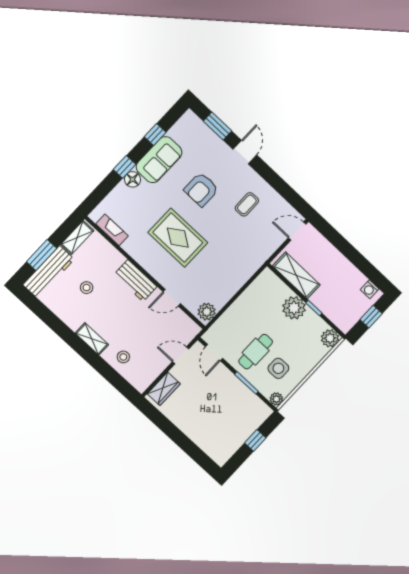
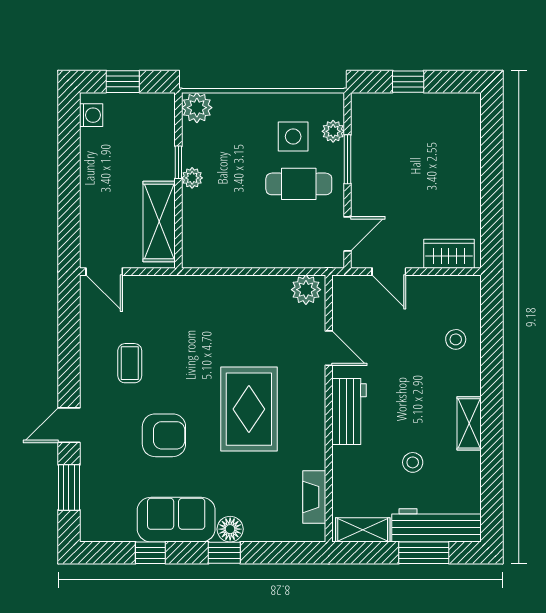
coffee table: (247, 204) -> (130, 363), turned 90
plant: (294, 308) -> (192, 178), width x0.53, depth x0.53
shelving: (92, 339) -> (469, 423), moved
plant: (276, 399) -> (333, 131), moved

